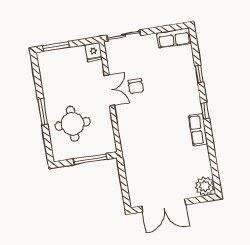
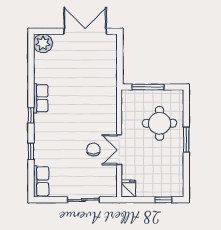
sliding door: (124, 35) -> (83, 200), moved
row of seats: (174, 38) -> (41, 181), moved, turned 90
window: (56, 46) -> (163, 200), width x0.67

